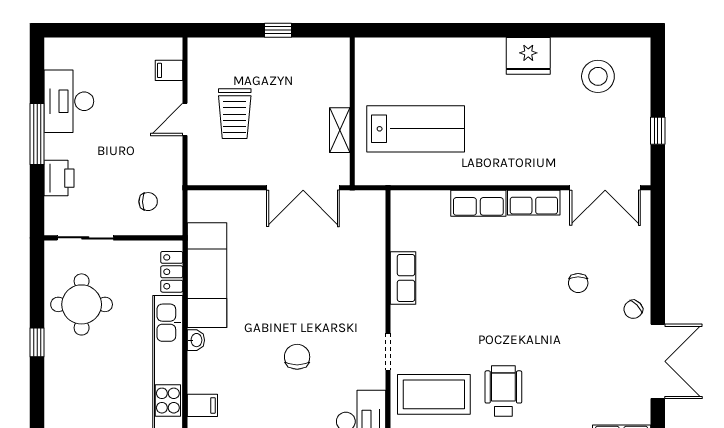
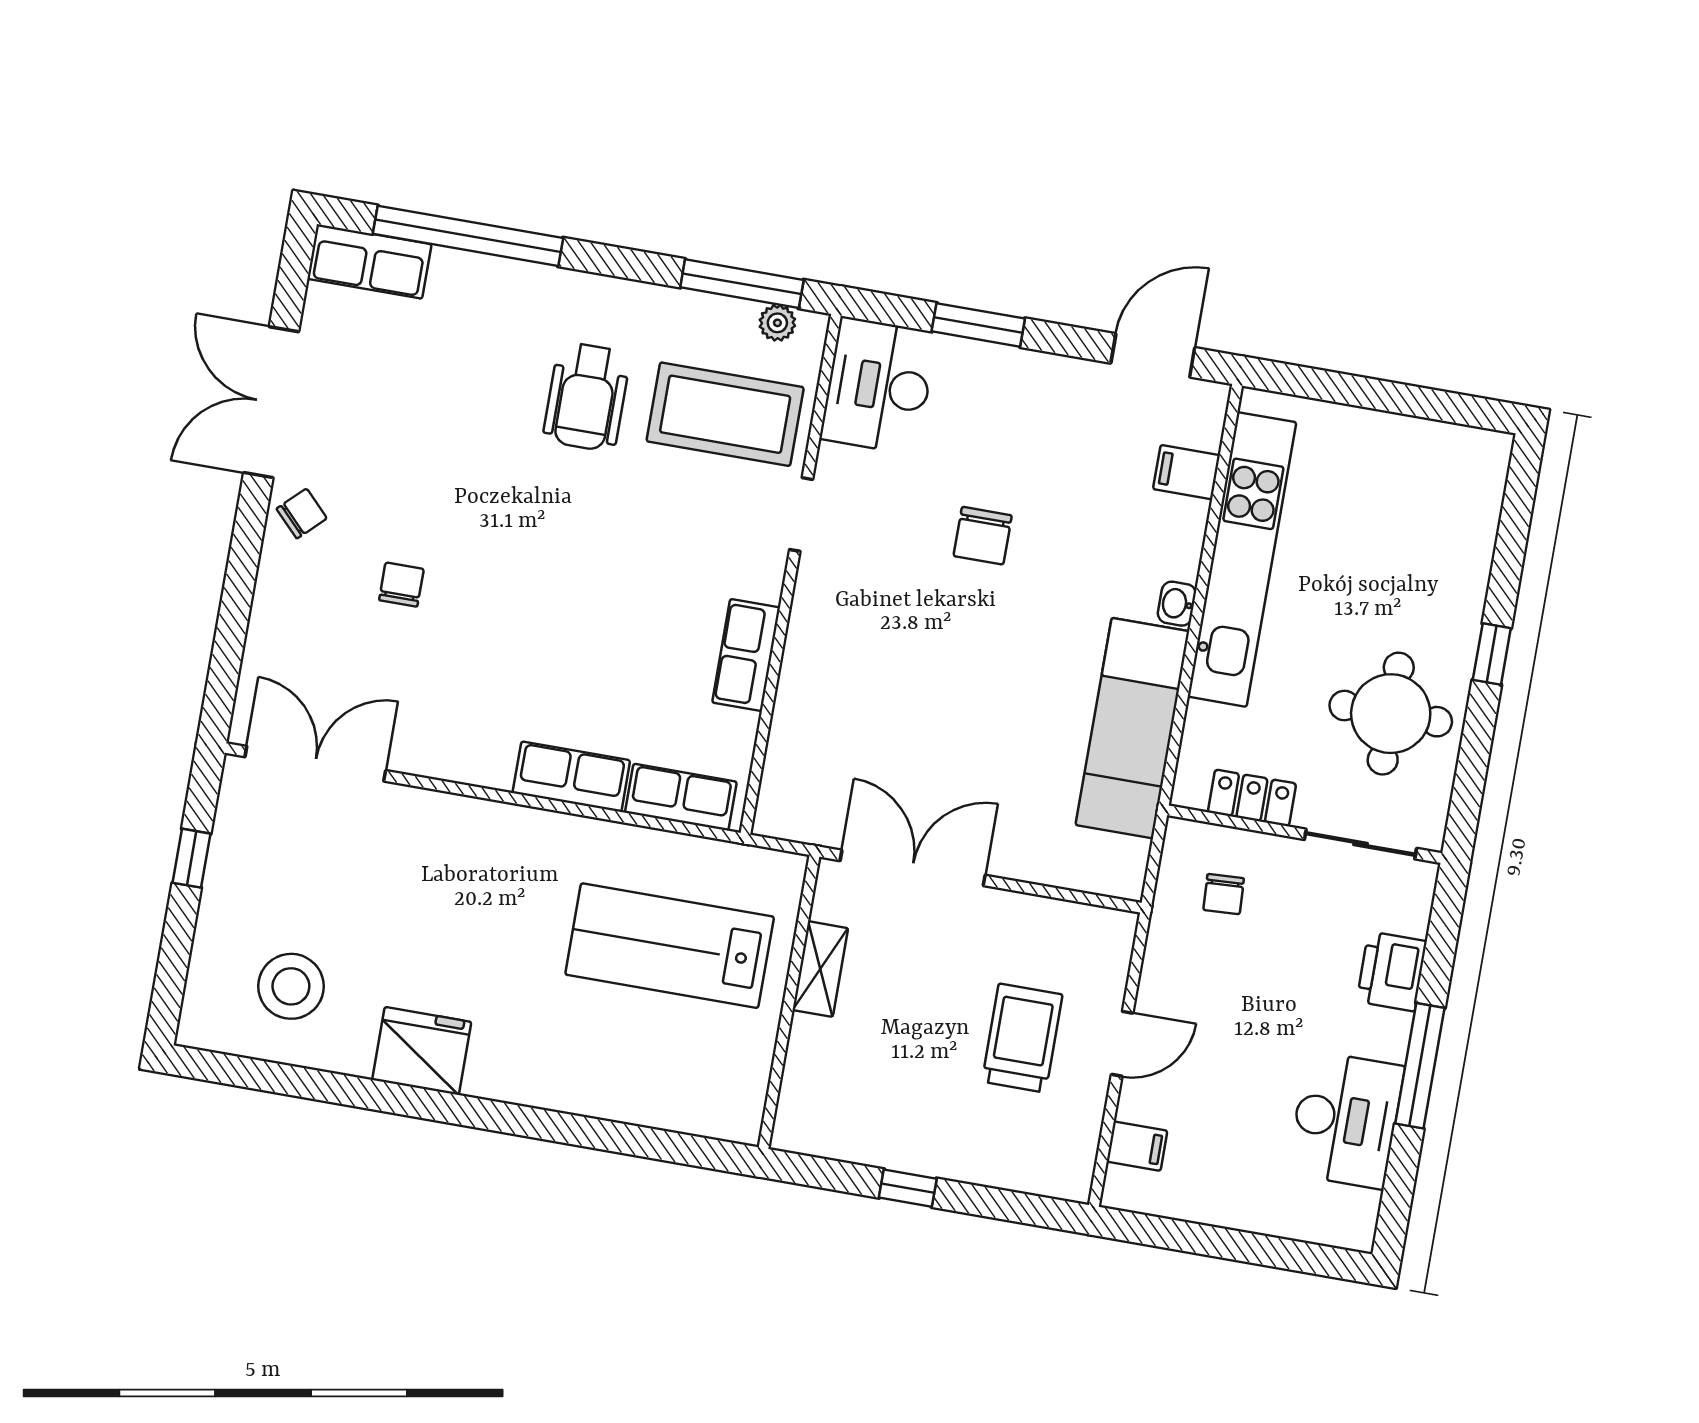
chair: (148, 202) -> (1224, 894), turned -93
row of seats: (534, 203) -> (681, 797), moved
locker: (172, 272) -> (1252, 798), moved, turned -90

